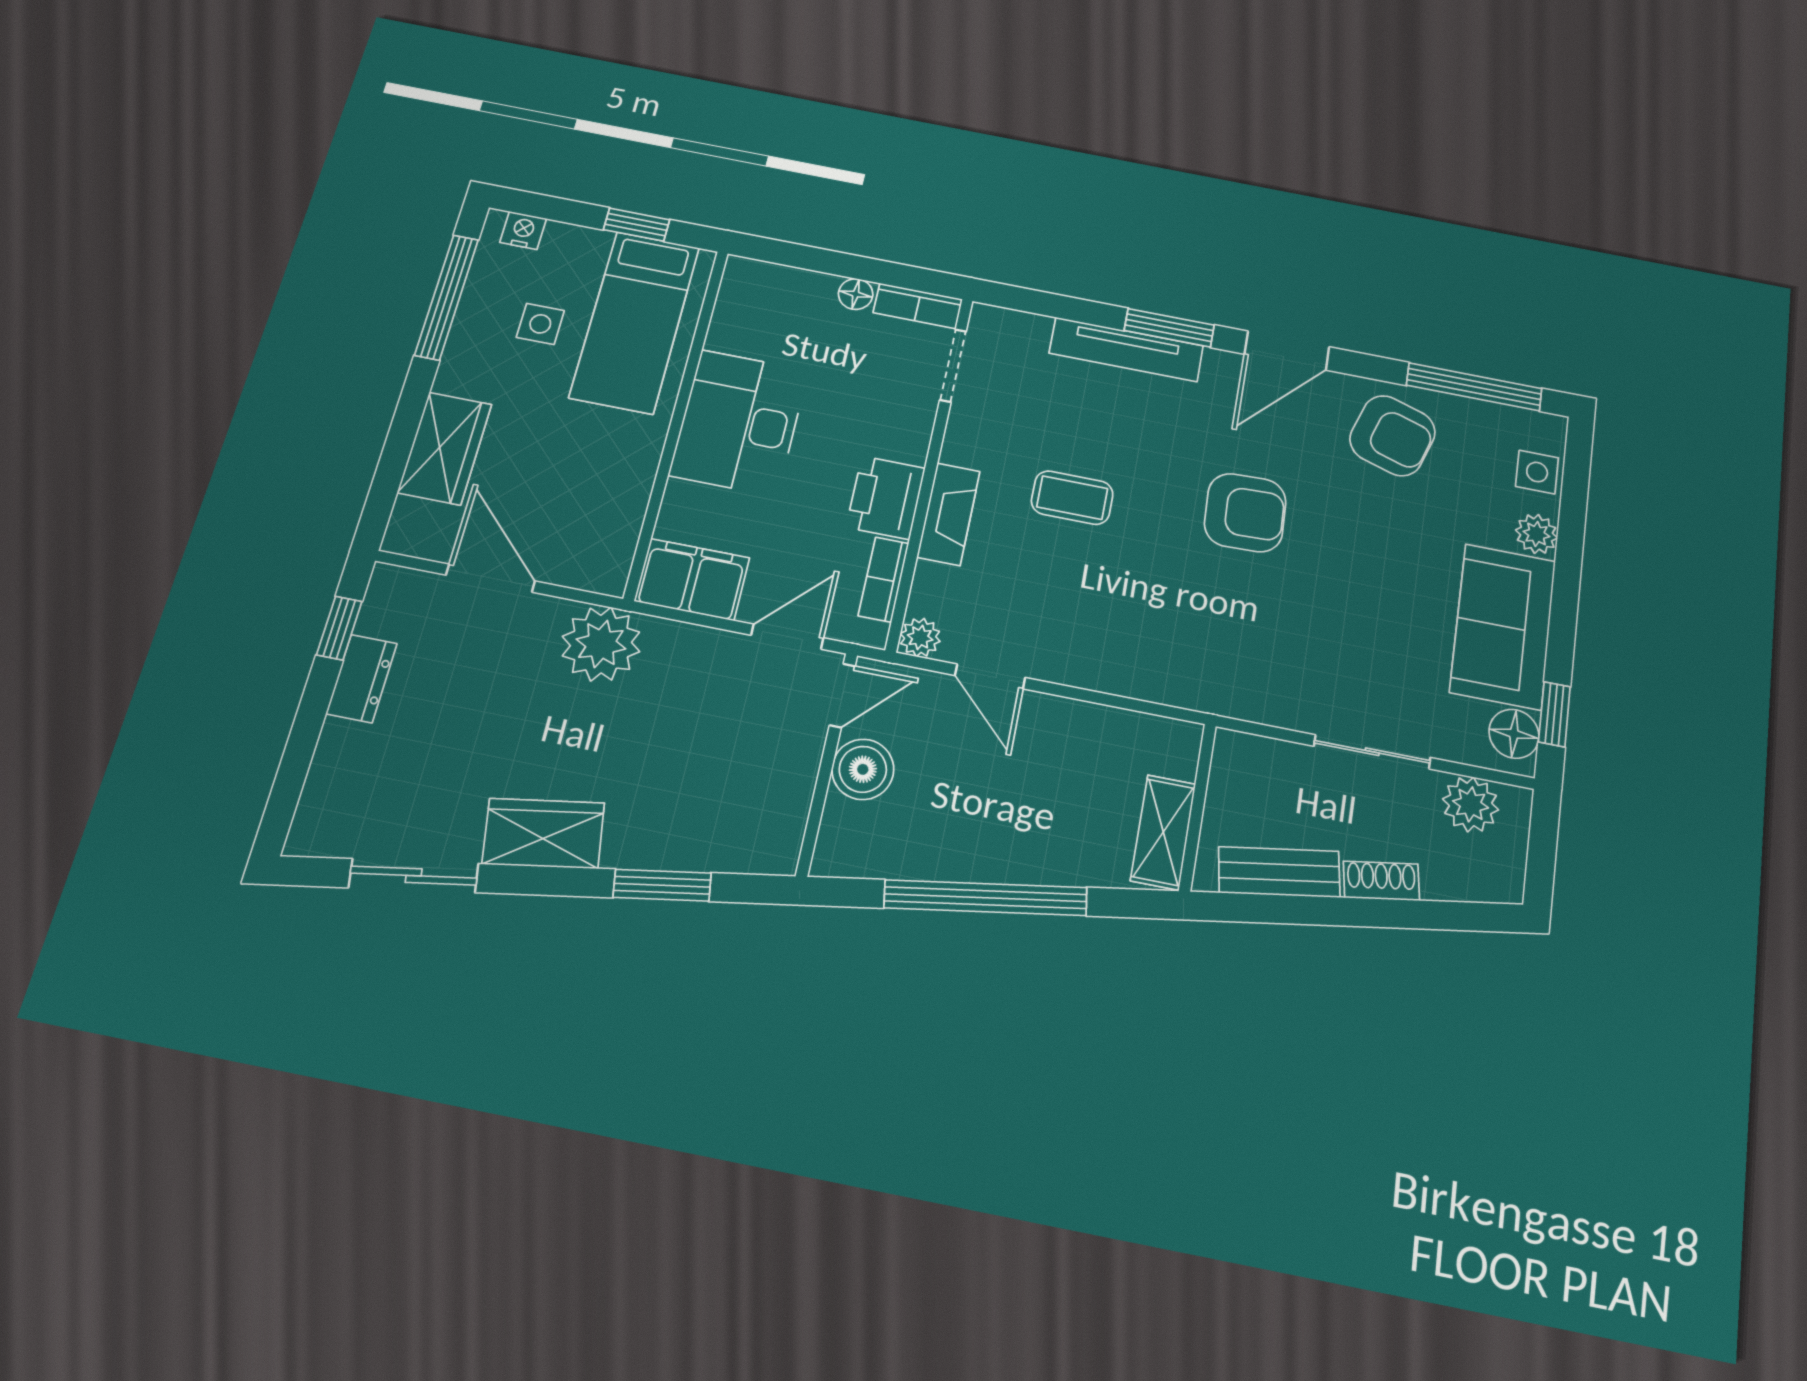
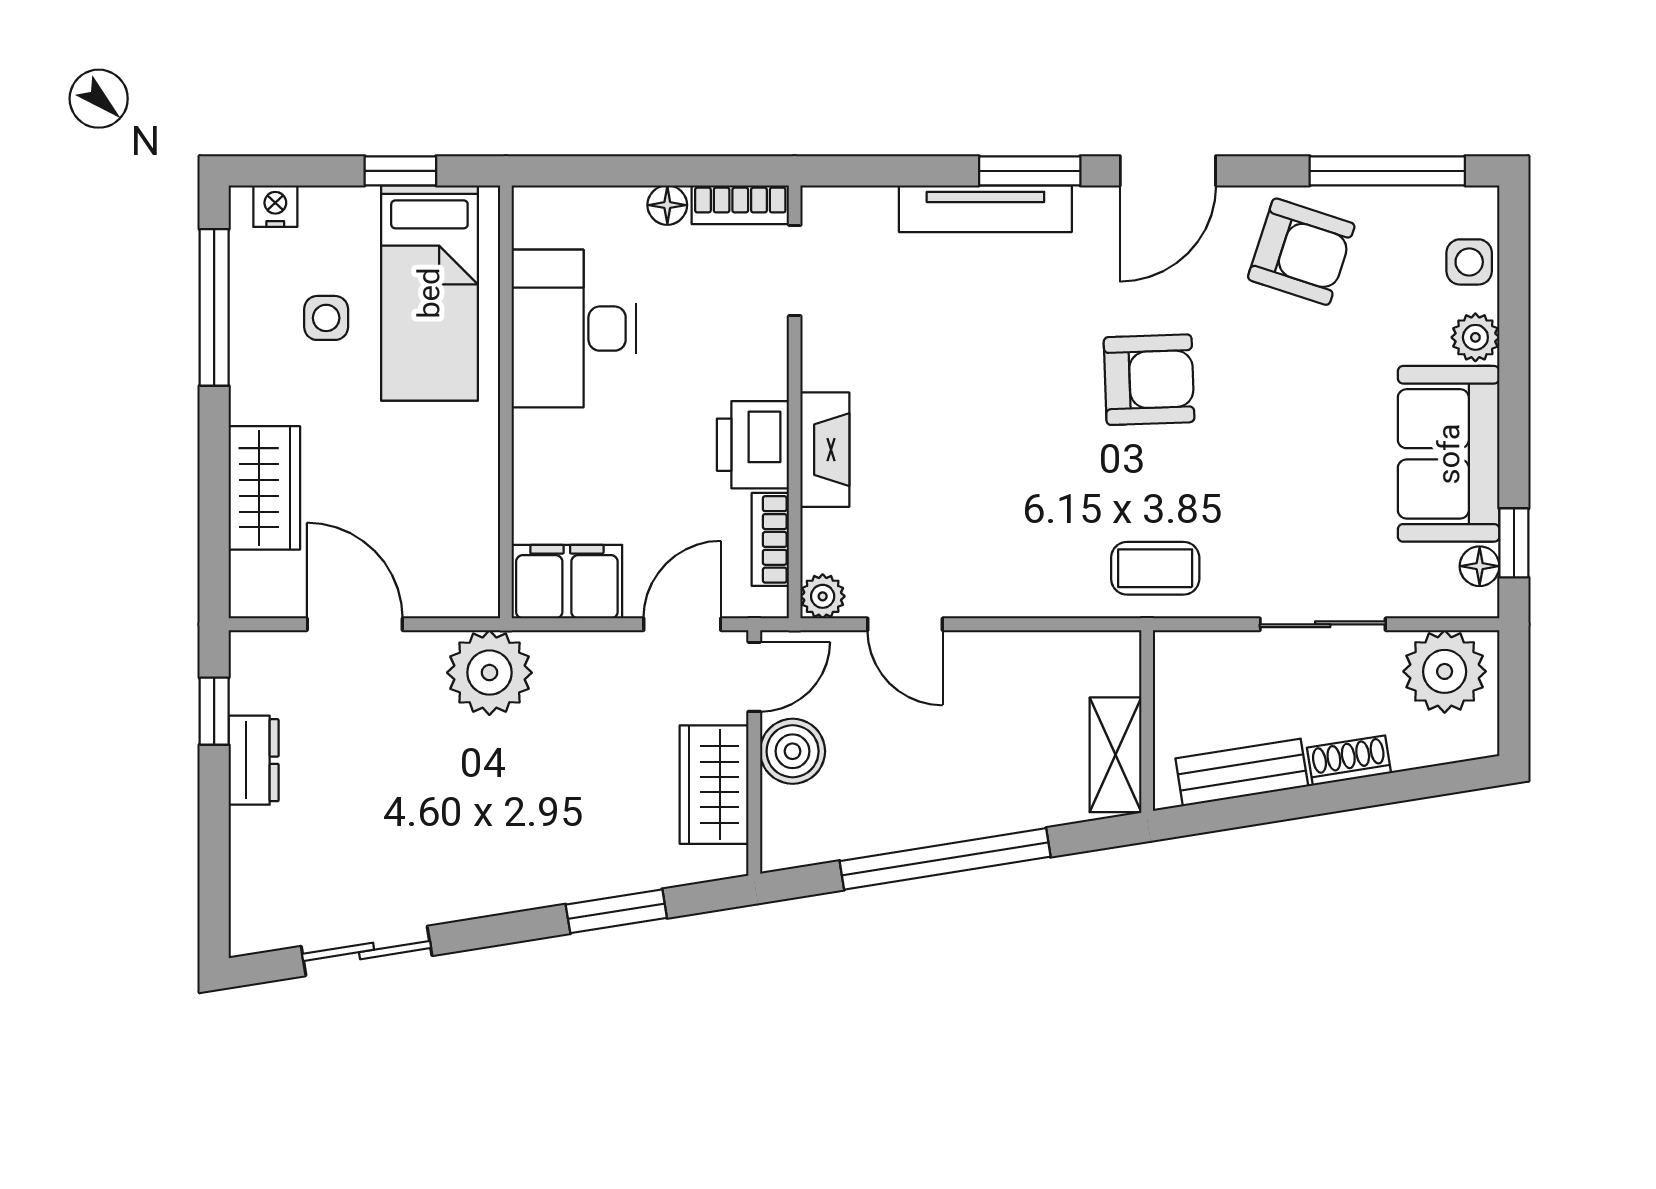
desk: (739, 423) -> (574, 329), moved
coffee table: (1072, 498) -> (1155, 568), moved
floor lamp: (1514, 734) -> (1480, 566), width x0.73, depth x0.73
plant: (1471, 804) -> (1445, 671), width x1.36, depth x1.36
wardrobe: (543, 833) -> (714, 785), moved, turned -81

